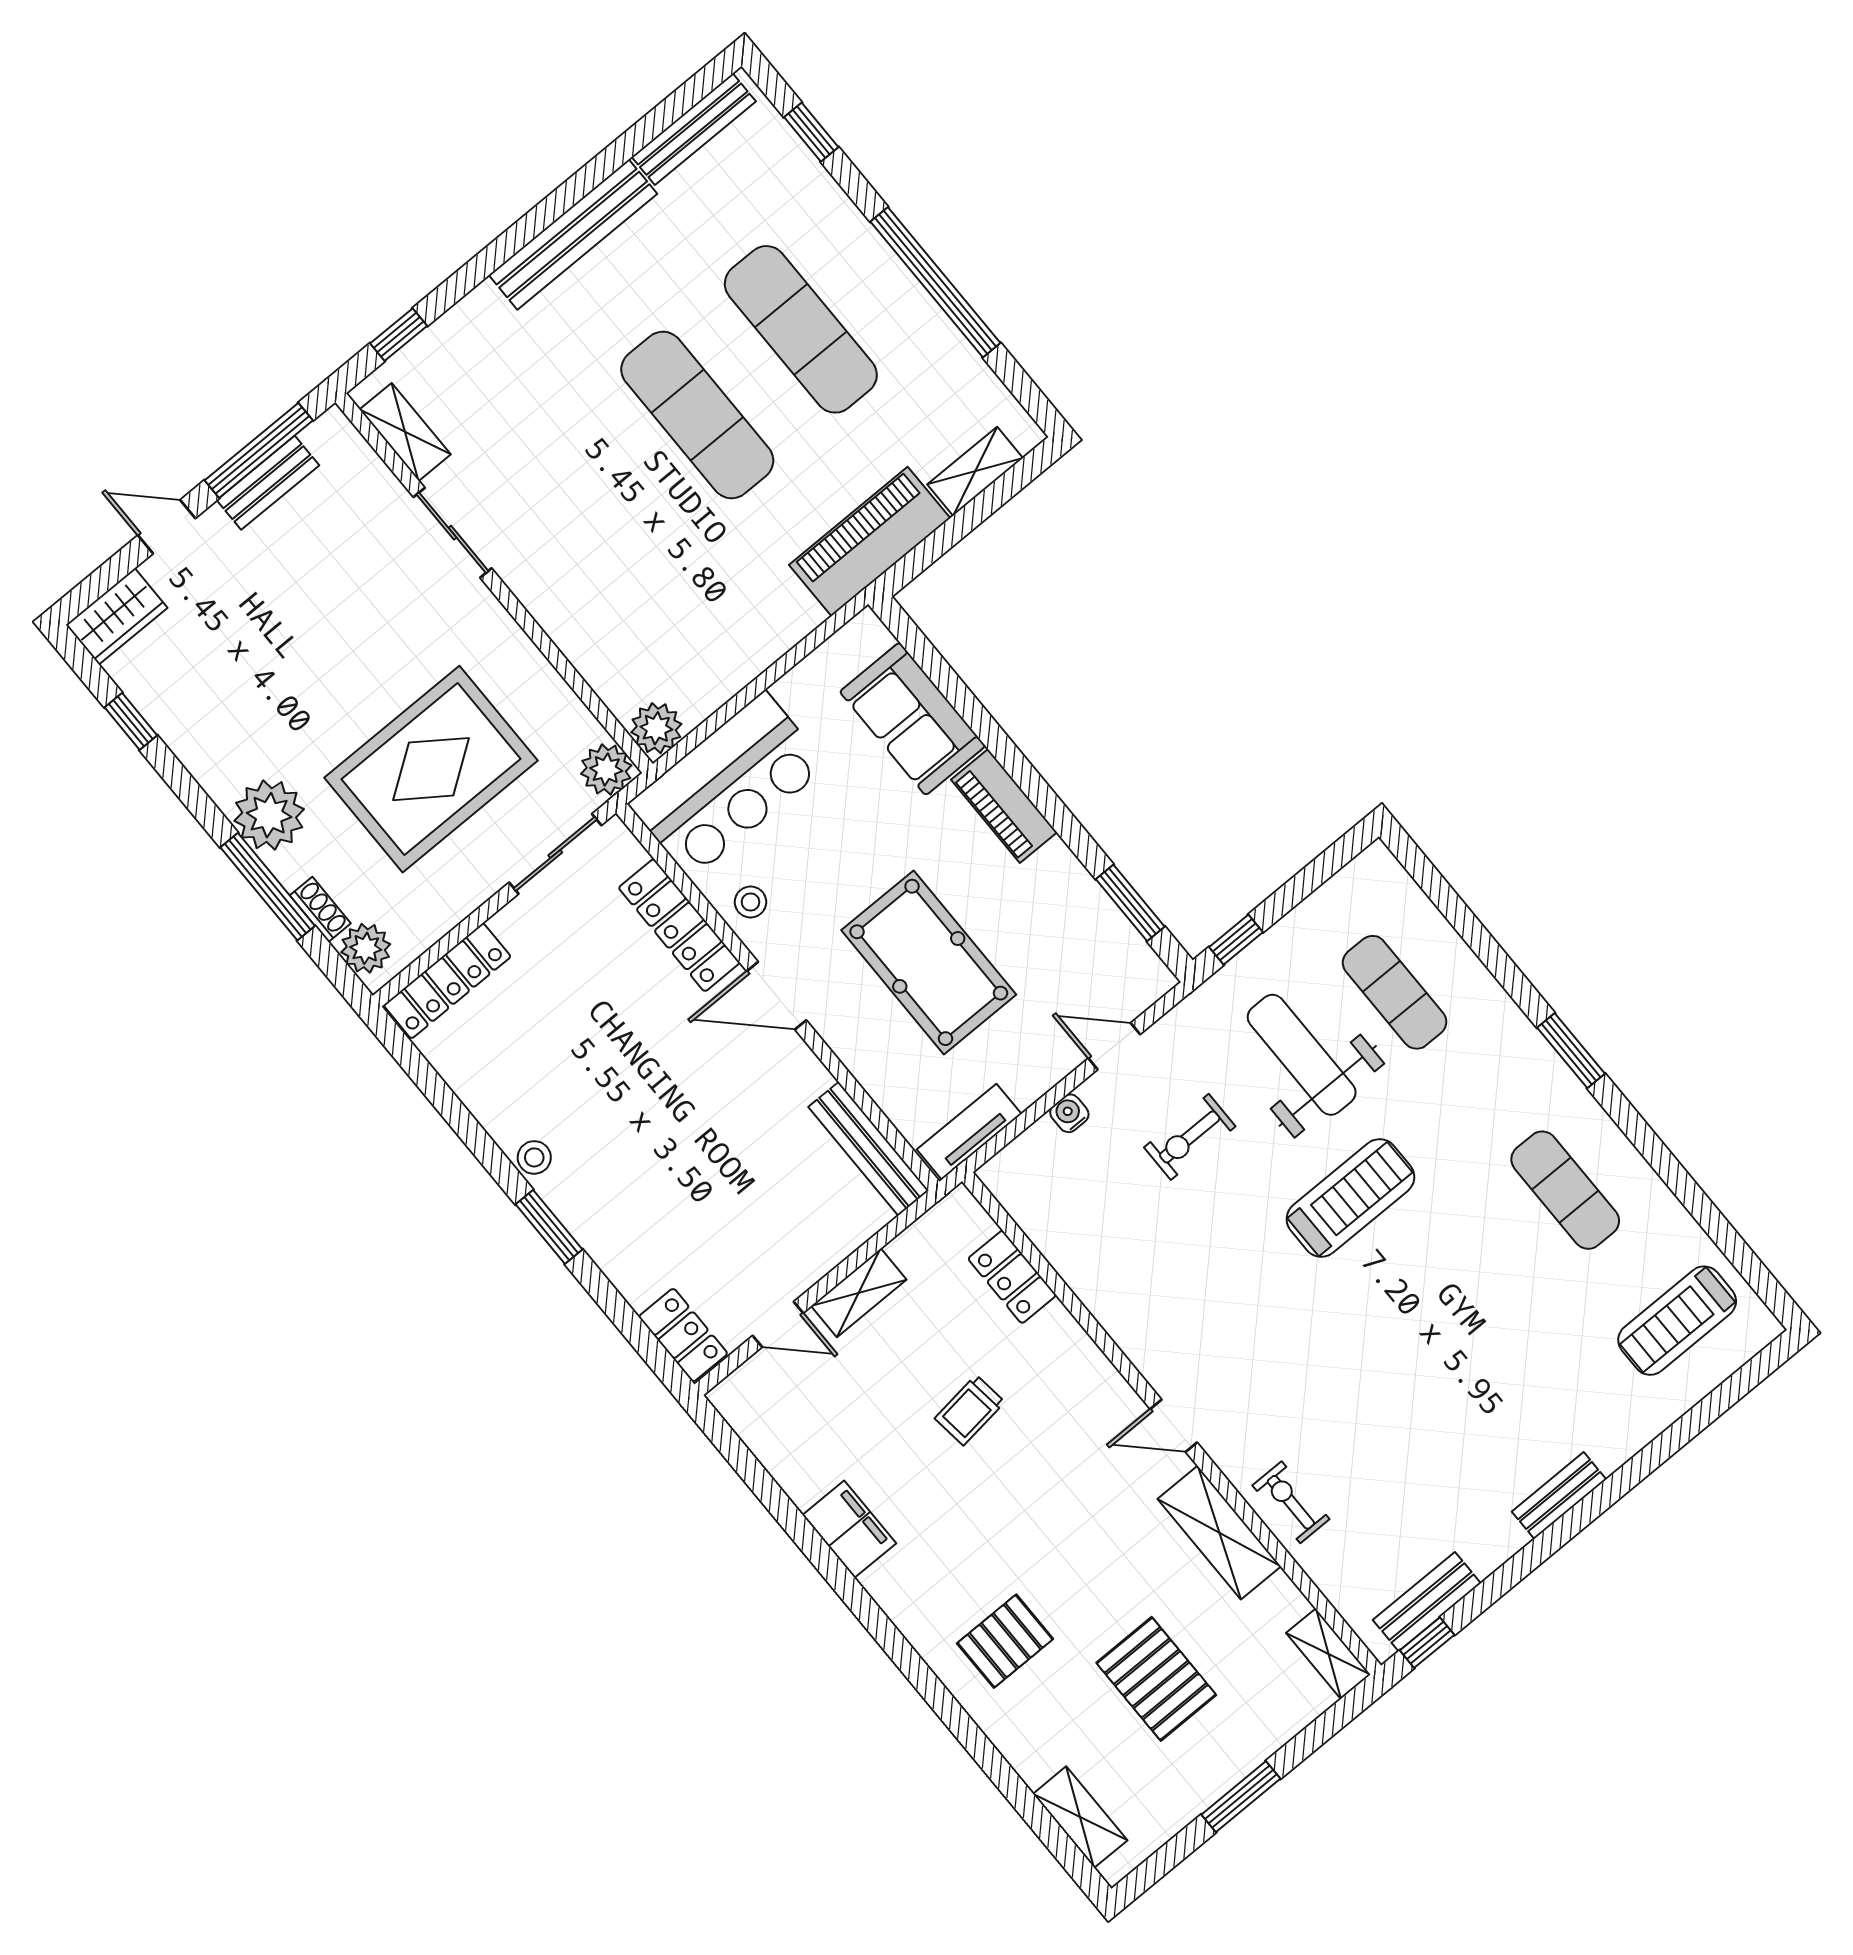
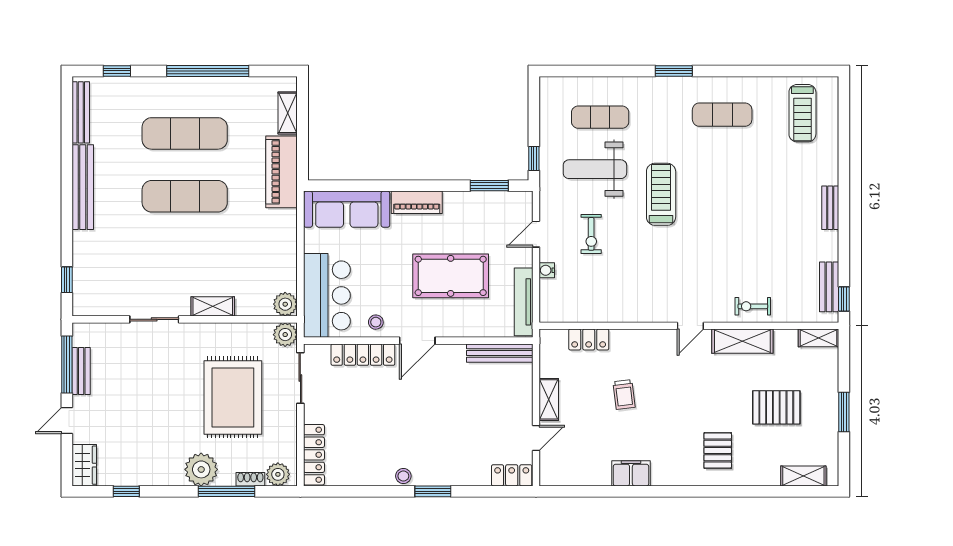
shelving: (405, 432) -> (213, 306), moved
sofa: (913, 719) -> (347, 209), width x1.36
tv unit: (969, 1132) -> (524, 302), width x1.41

